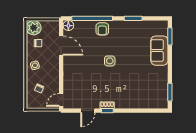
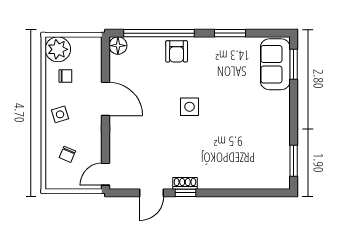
door: (61, 45) -> (106, 99), moved
sofa: (159, 51) -> (275, 64), moved

